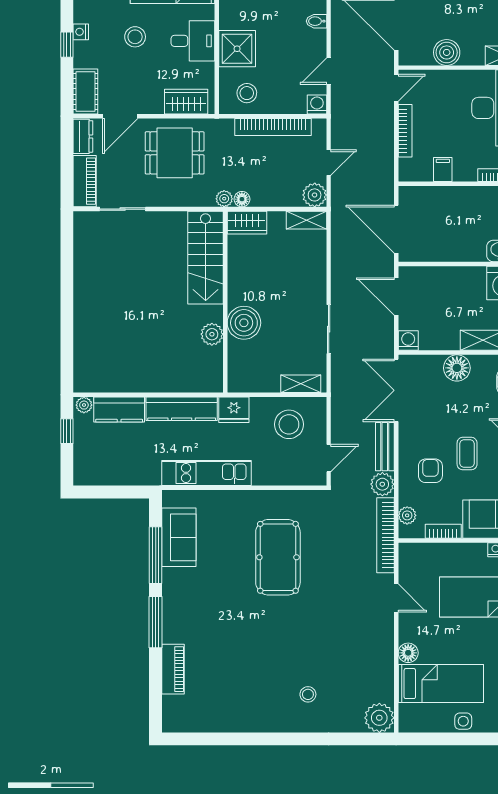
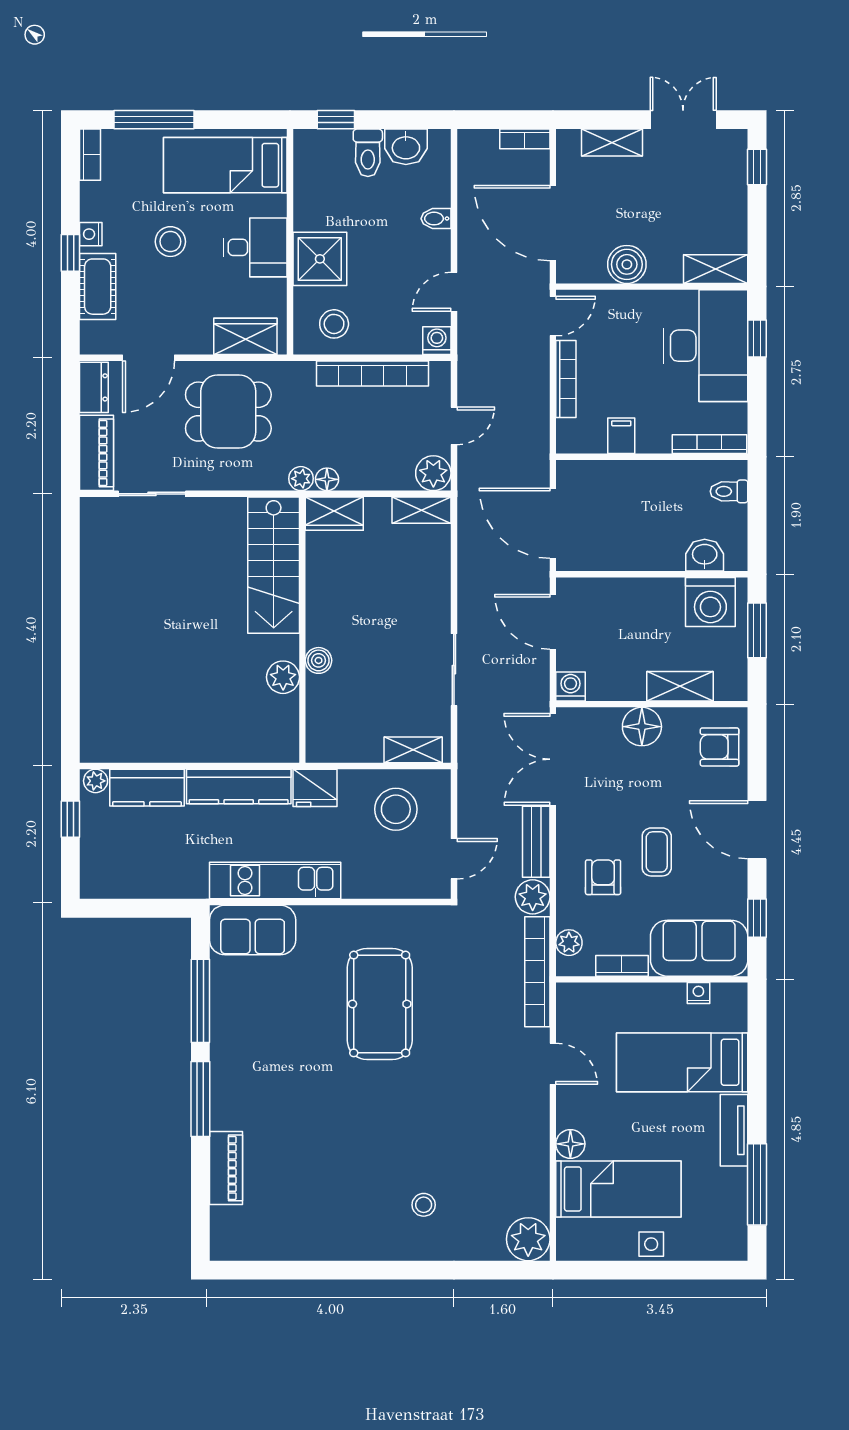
cot: (85, 92) -> (98, 287), moved
boiler: (244, 323) -> (319, 660), width x0.54, depth x0.54
sofa: (179, 537) -> (253, 930), moved, turned 90

